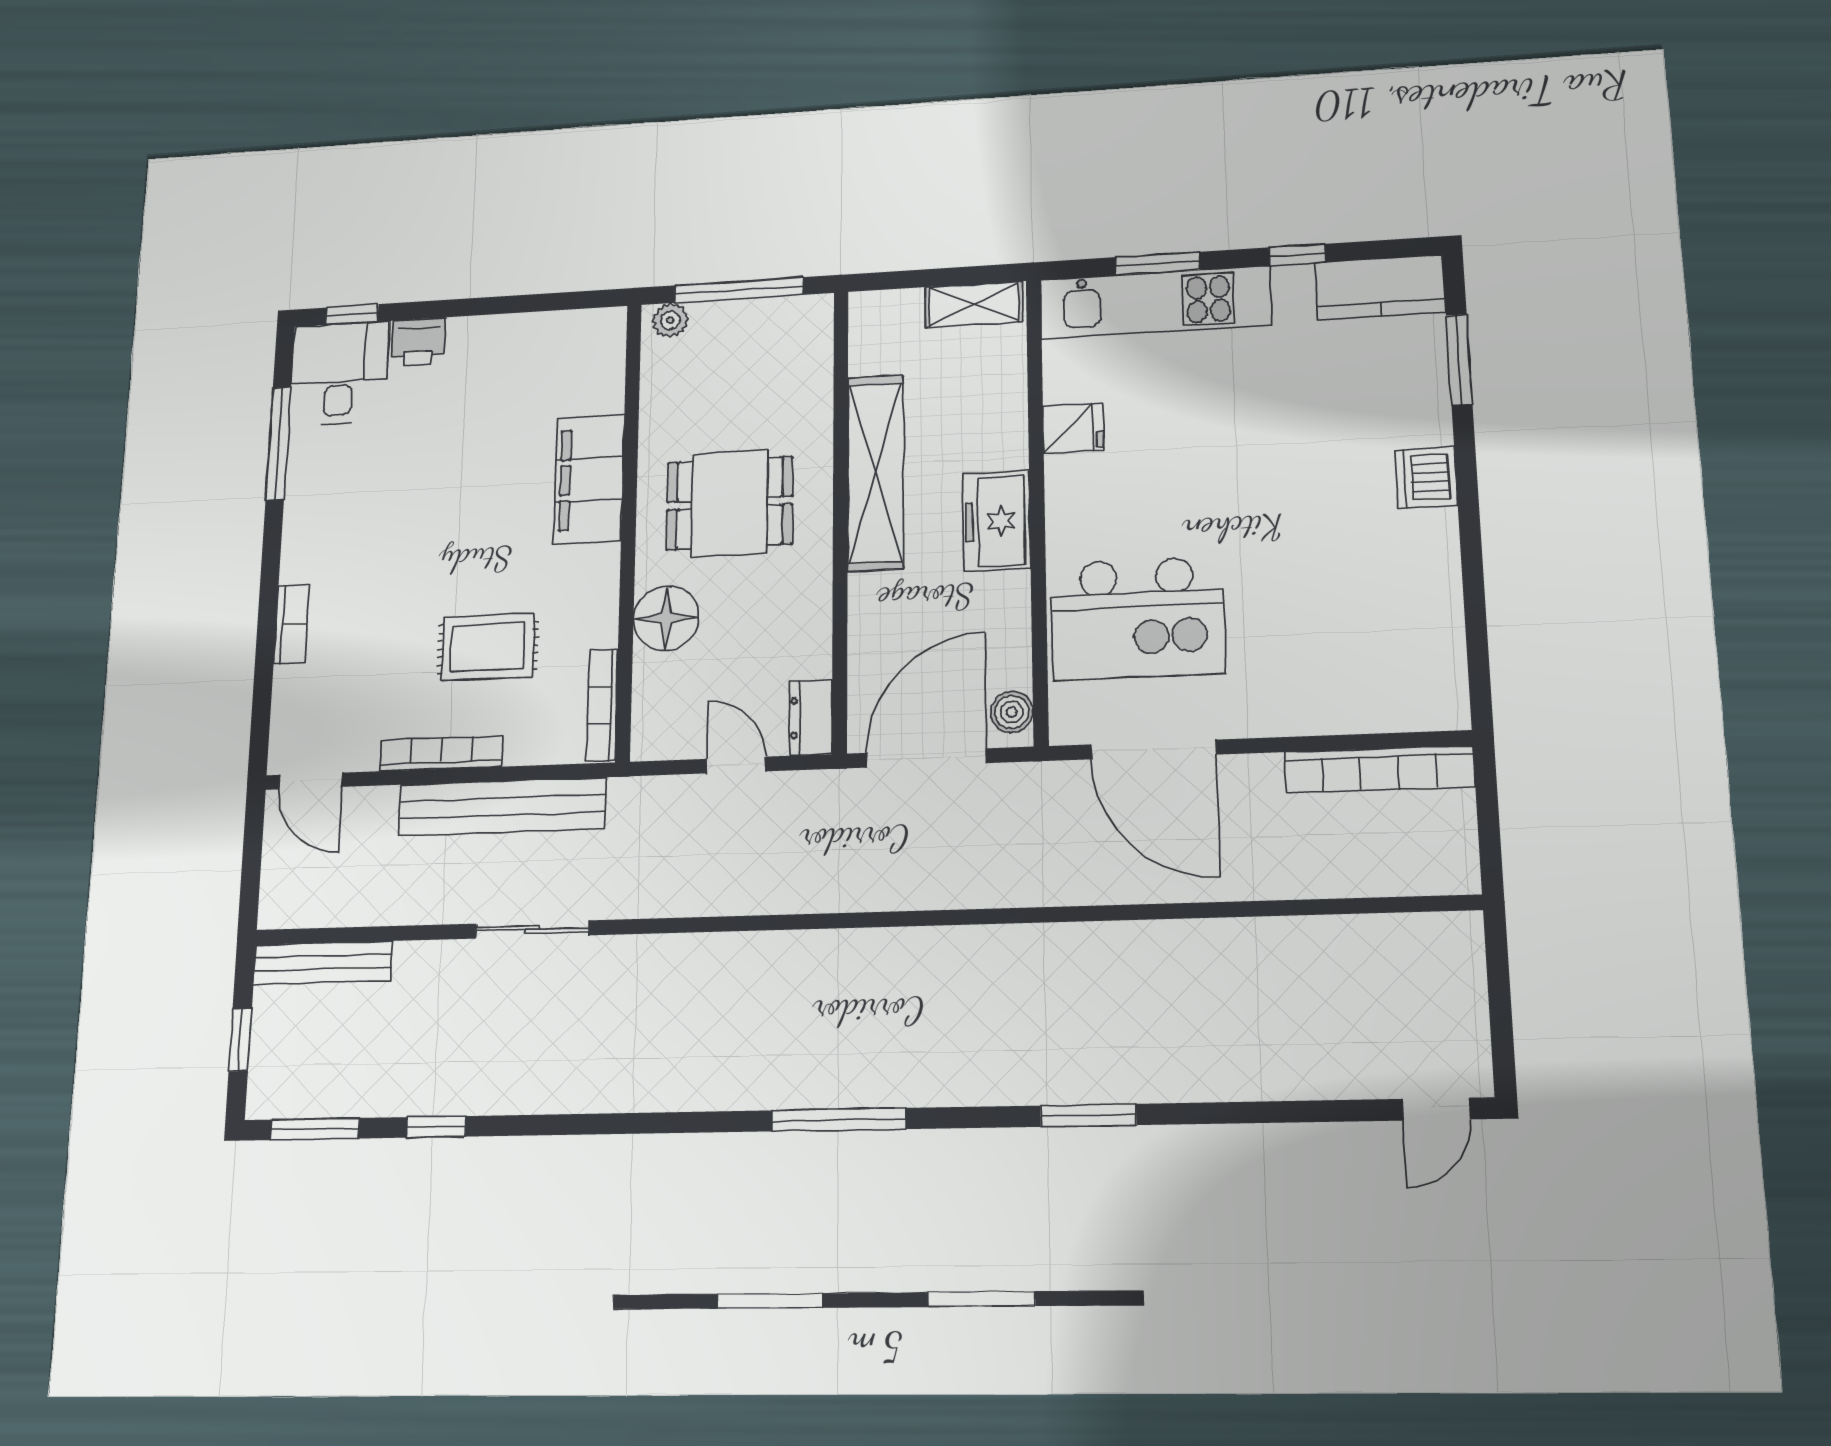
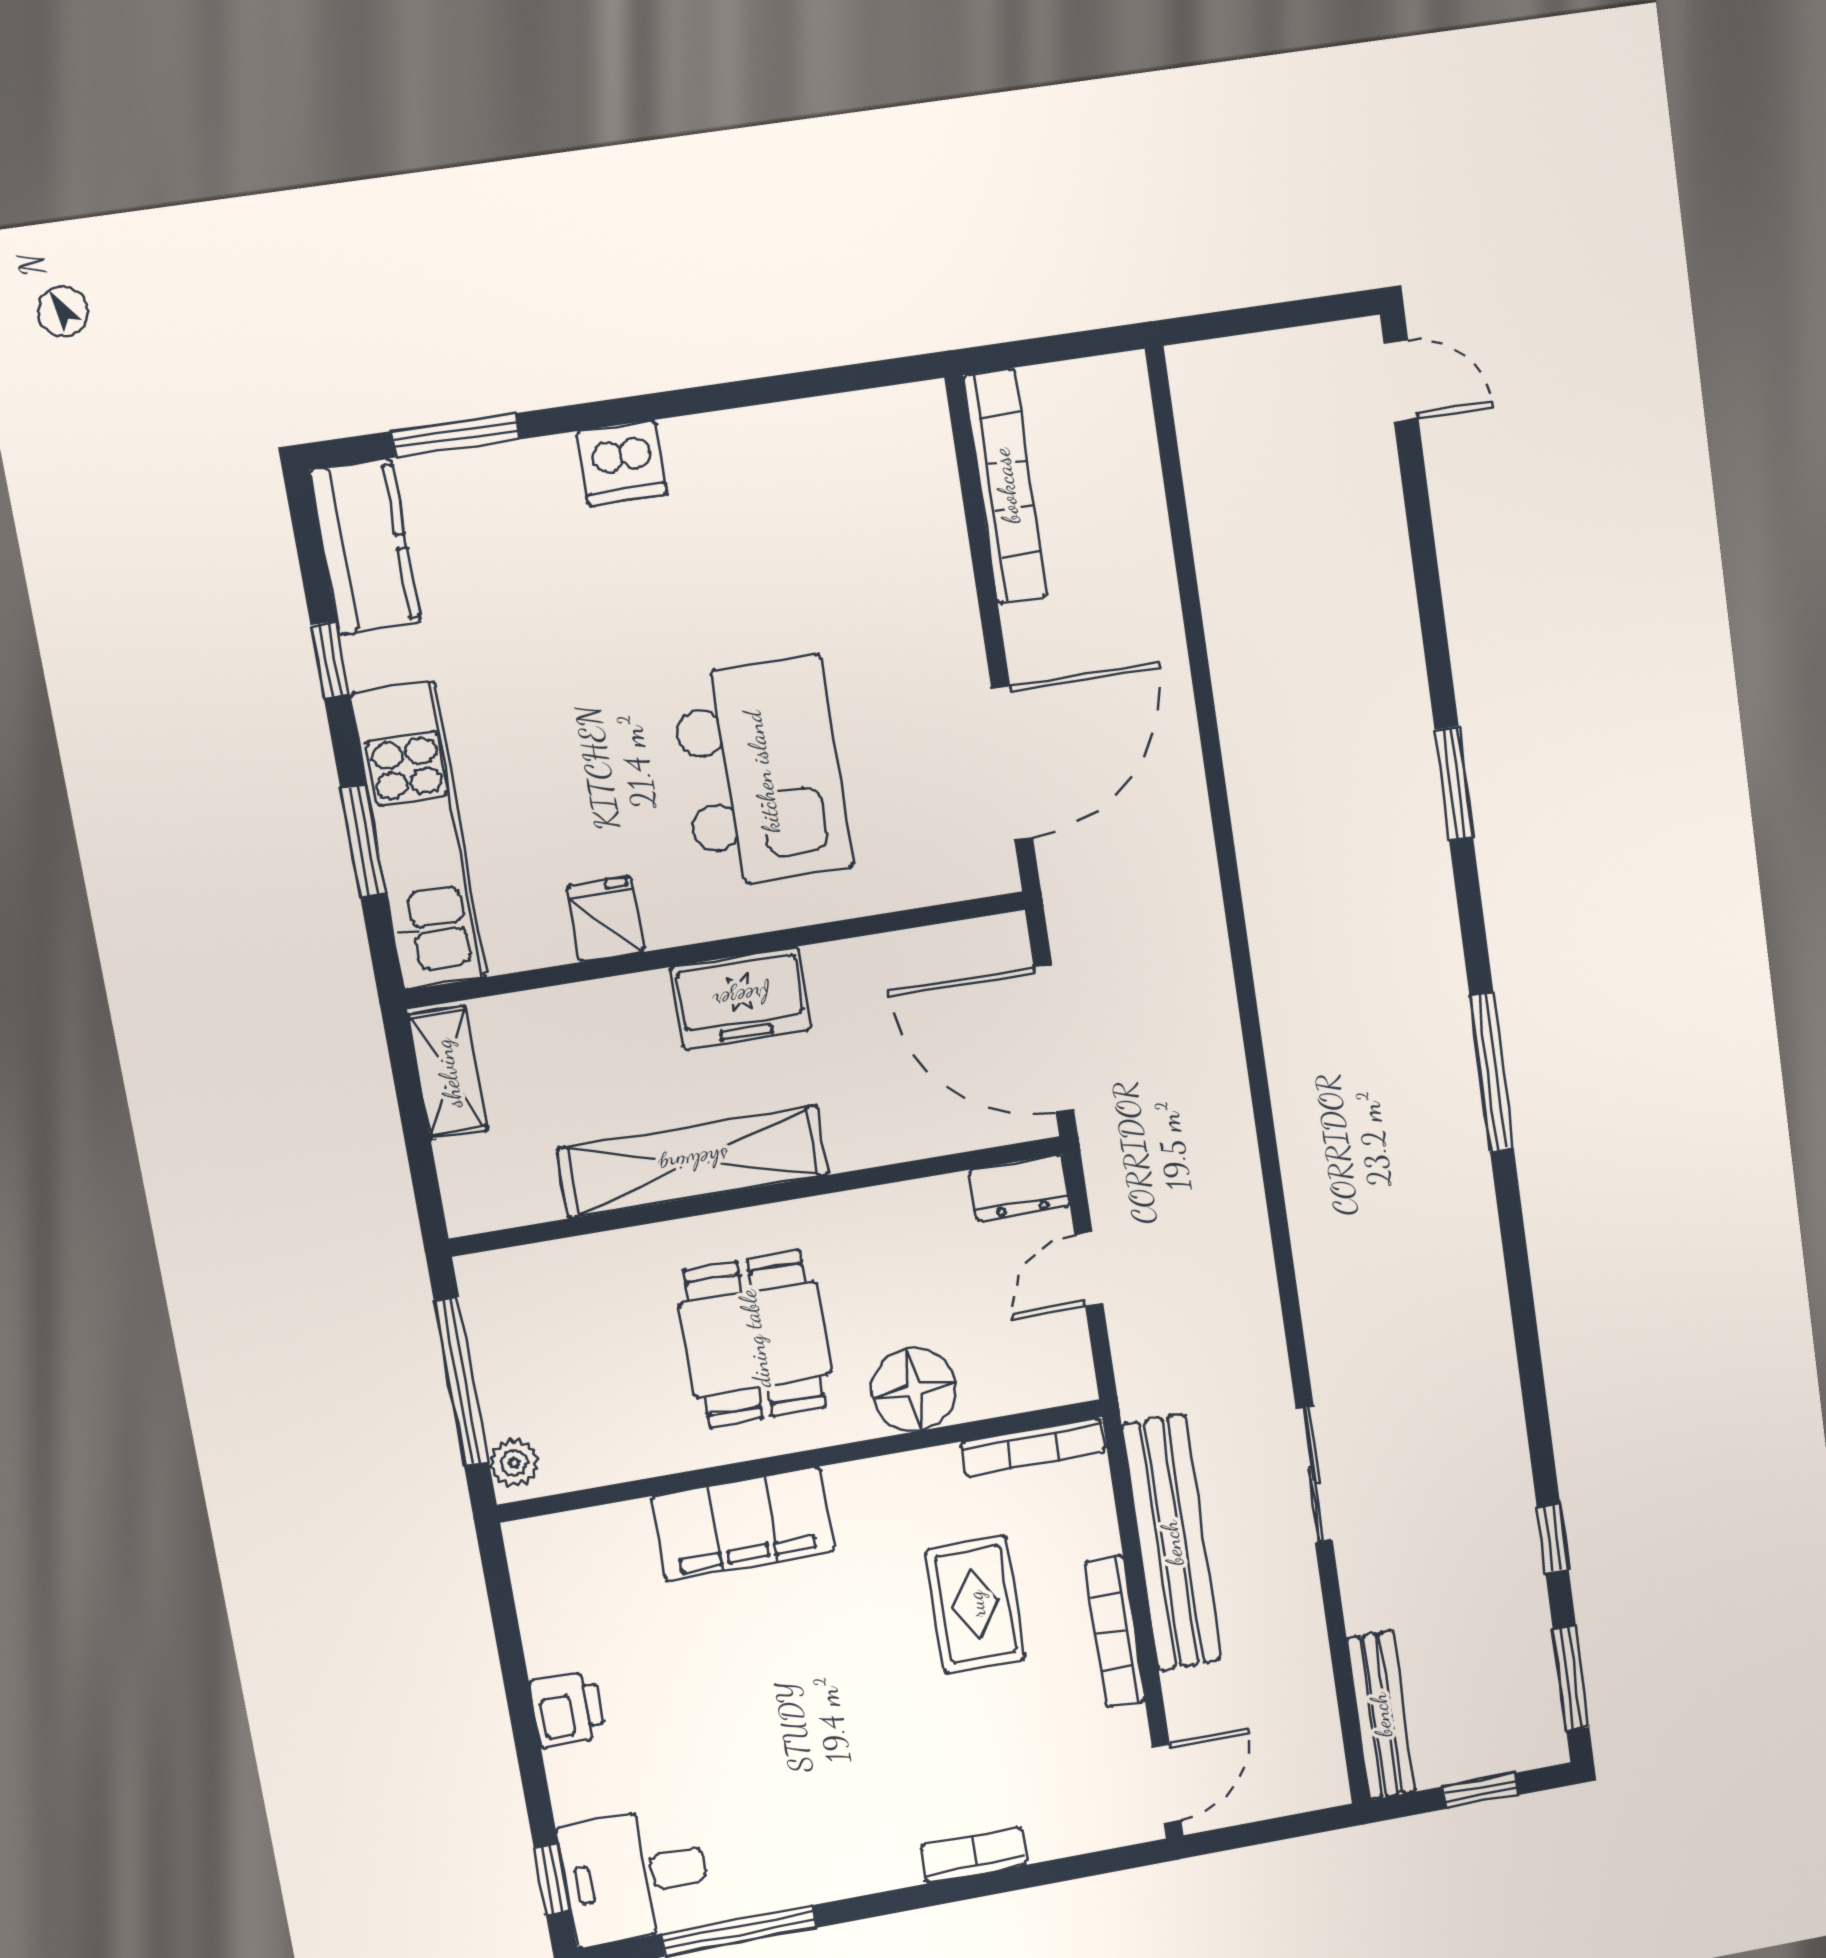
printer: (418, 342) -> (567, 1709), moved
kitchen island: (1137, 618) -> (762, 772), moved
boiler: (1012, 712) -> (985, 943), removed

